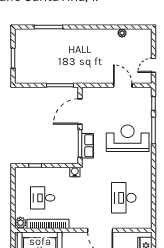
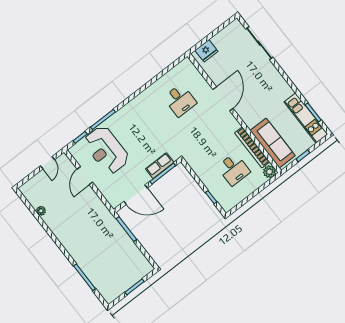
door: (154, 65) -> (47, 163), hinge flipped
reception desk: (128, 138) -> (106, 150), moved
water cooler: (75, 172) -> (190, 159), removed
desk: (124, 198) -> (180, 100), width x0.73

